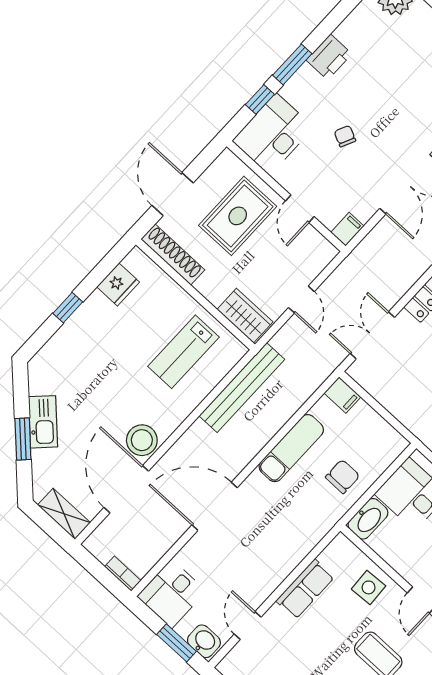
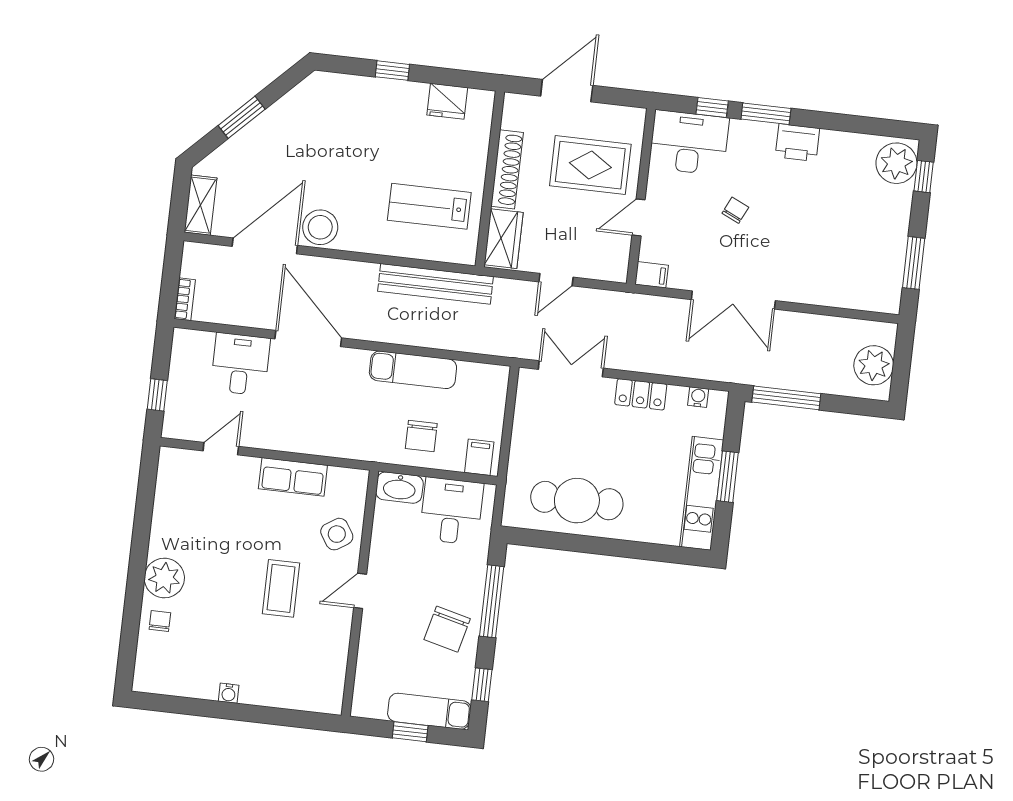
shoe rack: (173, 254) -> (507, 169), moved
filing cabinet: (342, 395) -> (479, 457), moved, turned 180
kitchen sink: (43, 422) -> (271, 124), removed
chair: (343, 476) -> (421, 436), turned 90
side table: (369, 587) -> (337, 534), turned -30
desk: (172, 594) -> (240, 364), moved, turned 90
washbasin: (204, 641) -> (177, 419), removed
window: (176, 643) -> (157, 395), width x0.67

